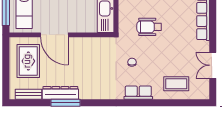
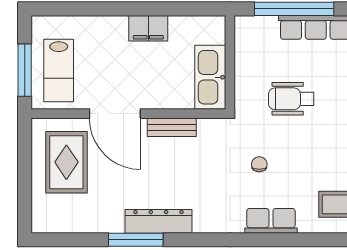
dresser: (60, 93) -> (158, 221), moved
bench: (28, 94) -> (172, 127), moved

